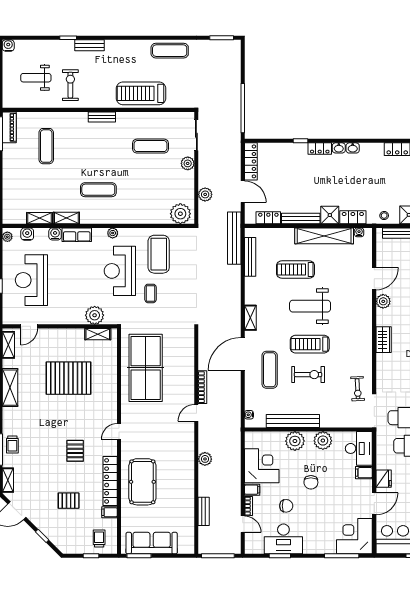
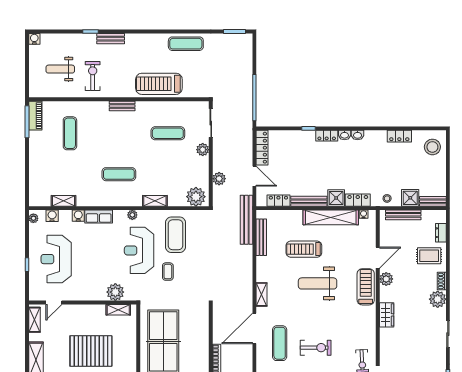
shelving: (66, 218) -> (155, 201), moved
treadmill: (310, 344) -> (366, 287), moved, turned 90

